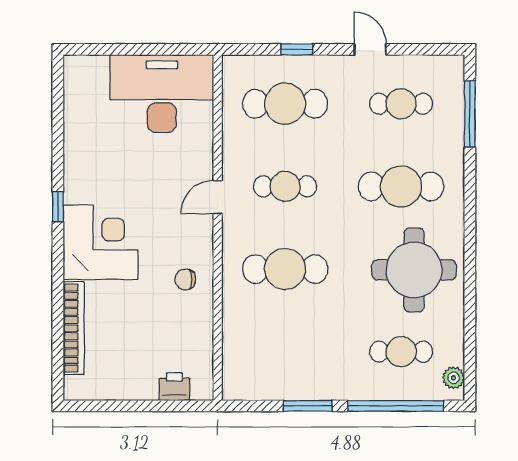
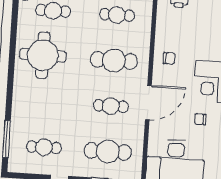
chair: (122, 173) -> (200, 119), added
cafe table: (401, 186) -> (117, 15), moved, width x0.73, depth x0.74
door: (218, 197) -> (148, 103), width x1.87

